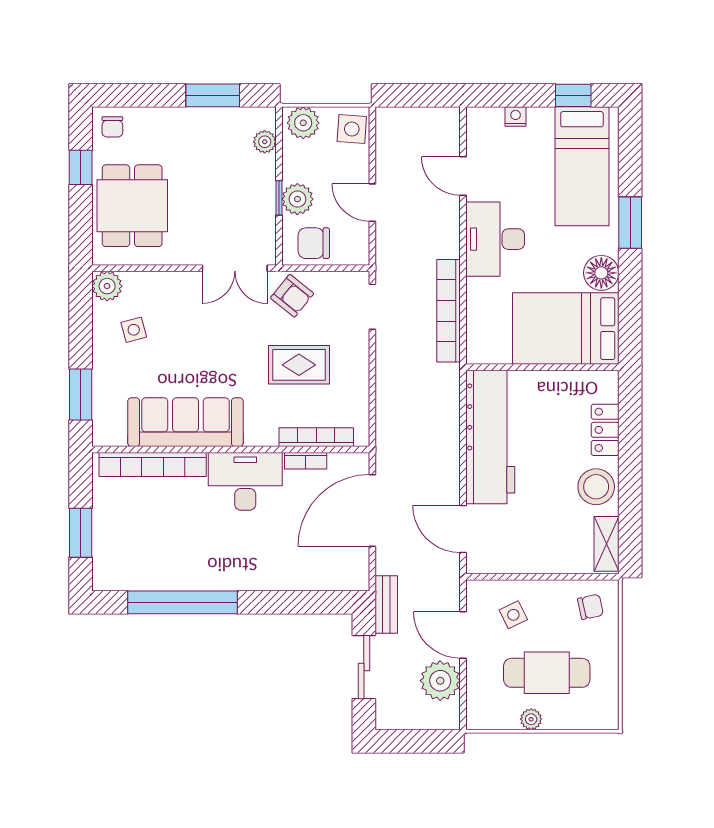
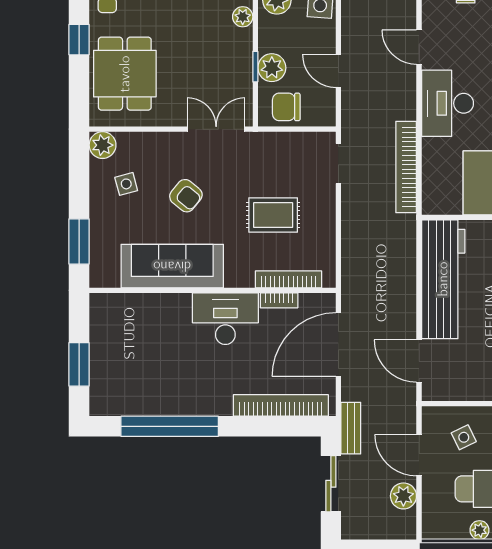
double door: (235, 268) -> (216, 129), swing flipped
armchair: (292, 296) -> (186, 196), moved
bookcase: (153, 464) -> (281, 405), moved, turned 180
plant: (440, 681) -> (403, 496), width x0.73, depth x0.73

